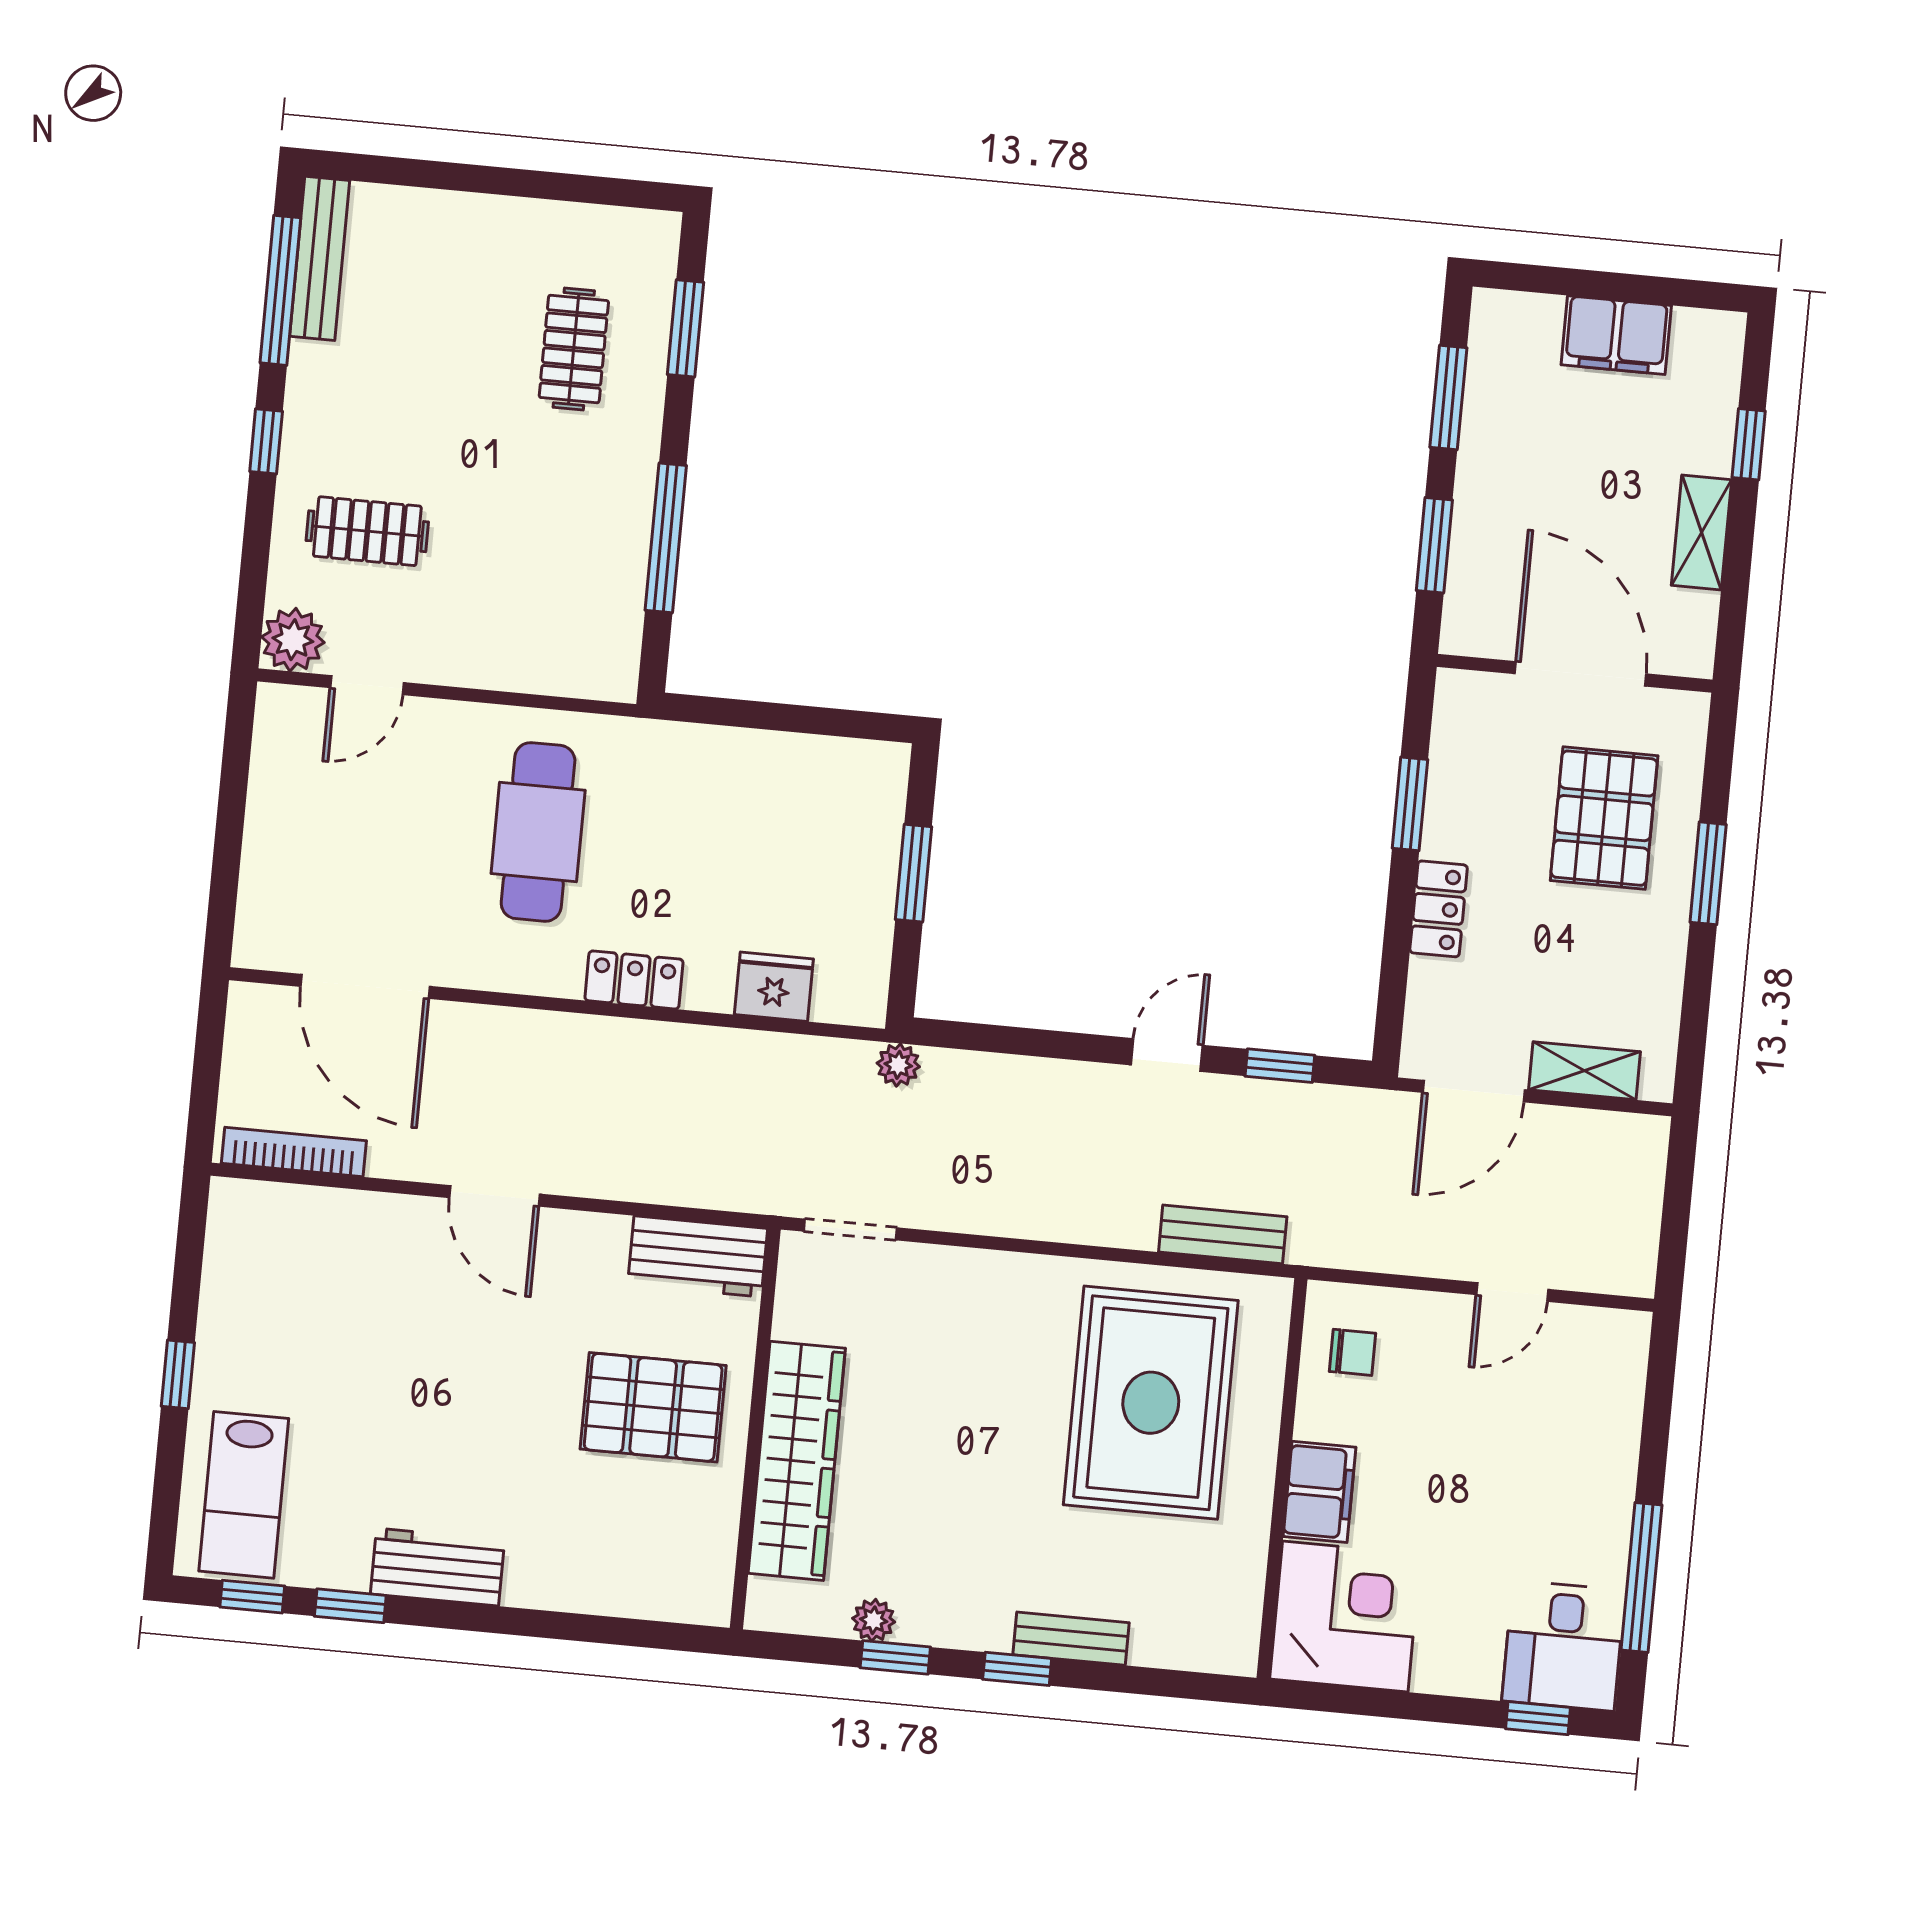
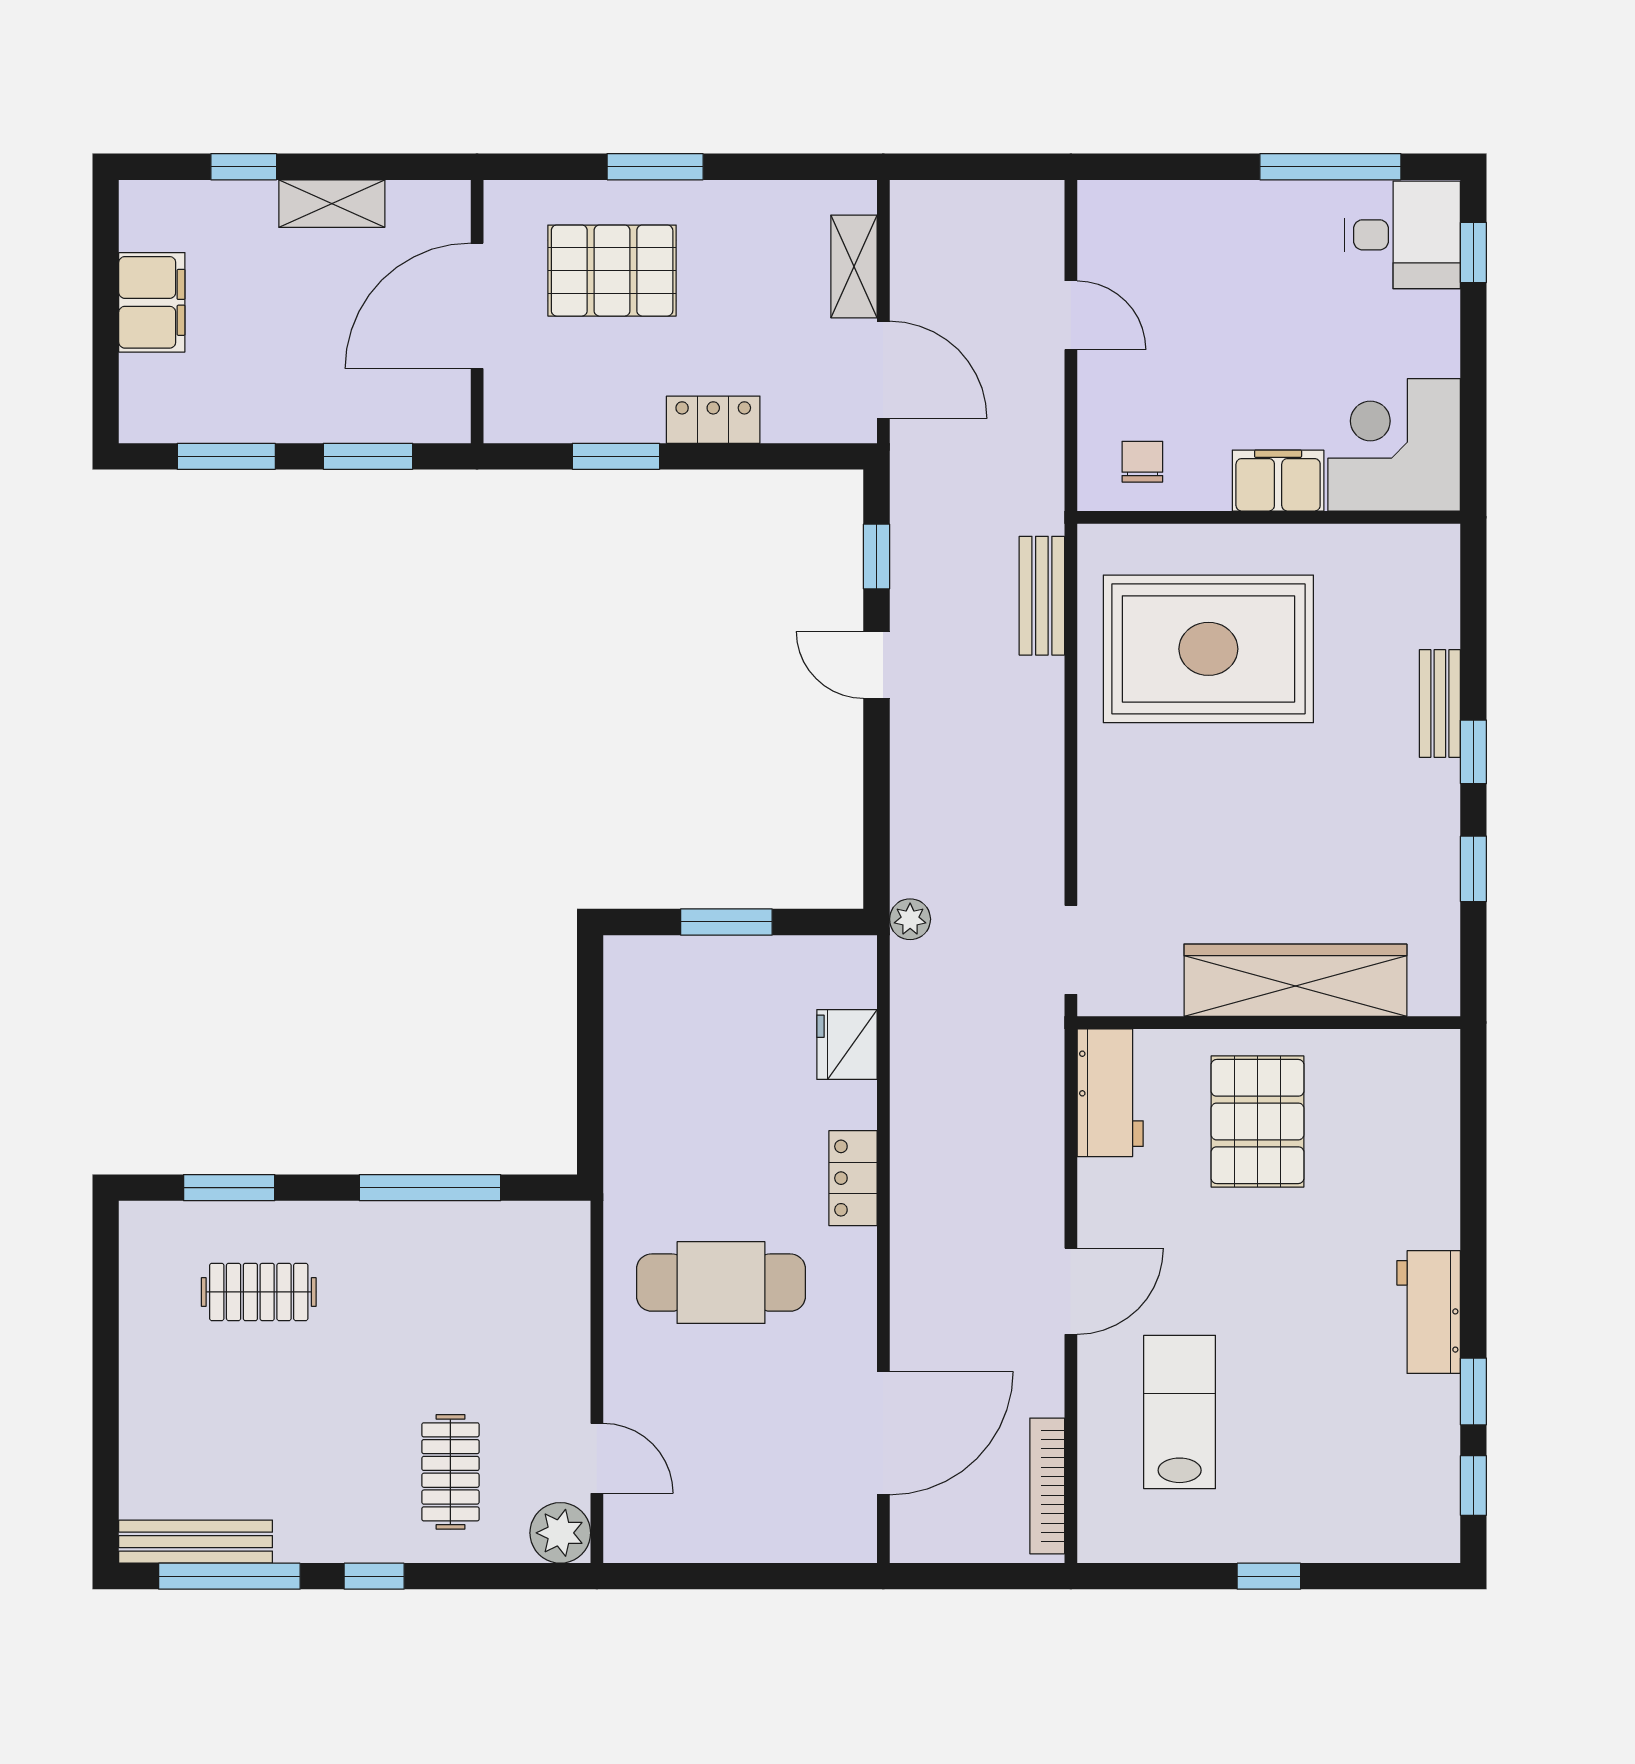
lab bench: (244, 1495) -> (1180, 1412), moved, turned -90
plant: (874, 1620) -> (1440, 893), removed

